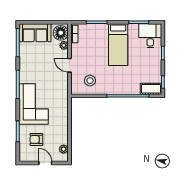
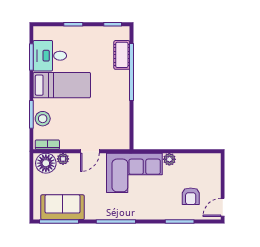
sofa: (35, 33) -> (63, 207), moved, turned -90
desk: (150, 36) -> (50, 56), moved
stool: (90, 81) -> (43, 119), moved
cot: (151, 89) -> (122, 55), moved
corner sofa: (34, 104) -> (134, 173), moved, turned 180
plant: (64, 149) -> (169, 159), moved
door: (45, 163) -> (223, 207), moved

